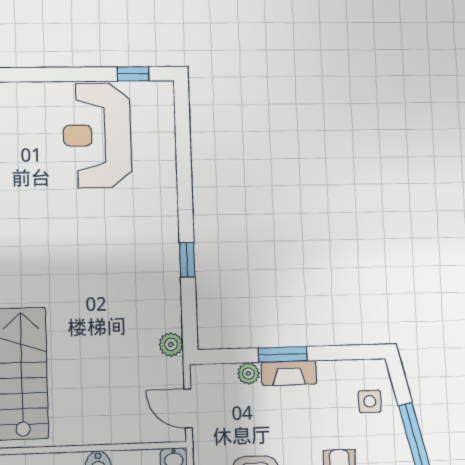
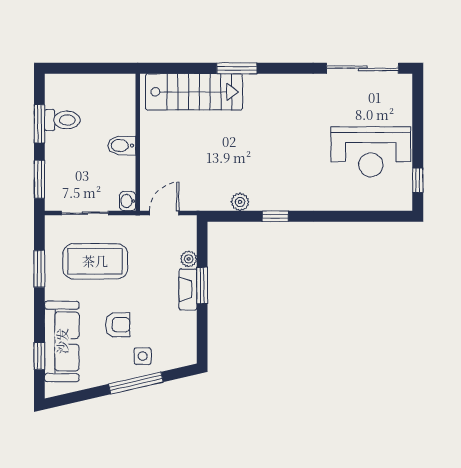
reception desk: (97, 135) -> (371, 152), turned 180
plant: (171, 344) -> (240, 202), moved
side table: (370, 401) -> (143, 356), moved

